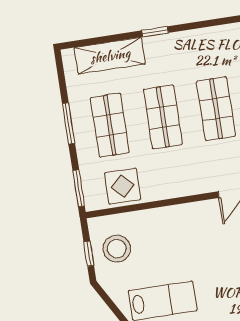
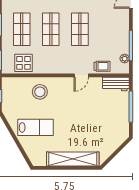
stool: (117, 249) -> (40, 92), moved

